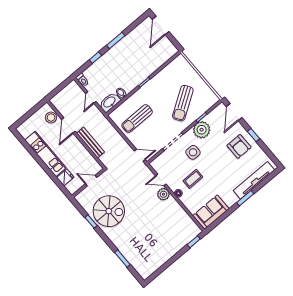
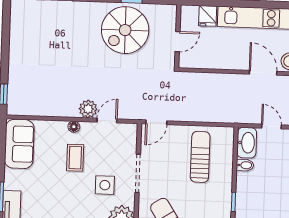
bench: (90, 143) -> (221, 80), removed

